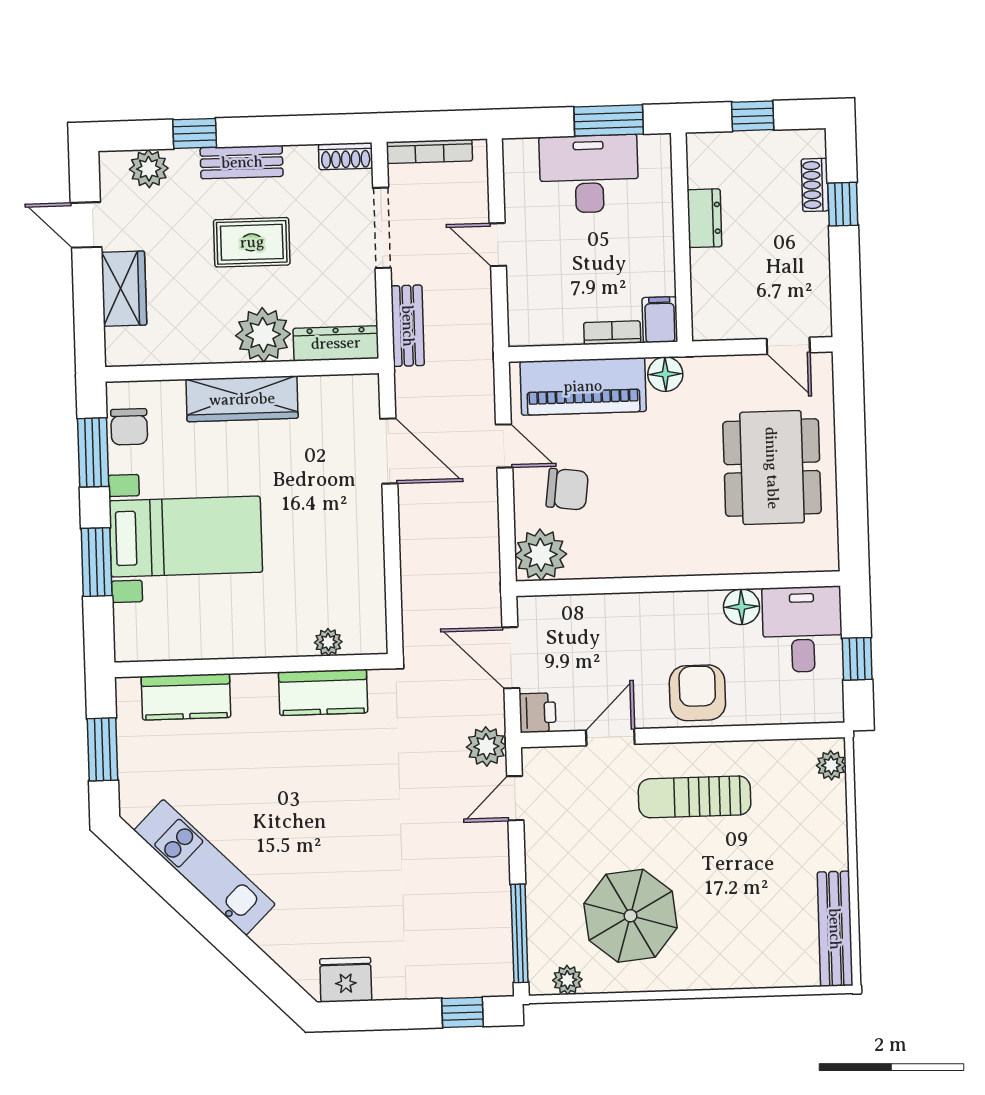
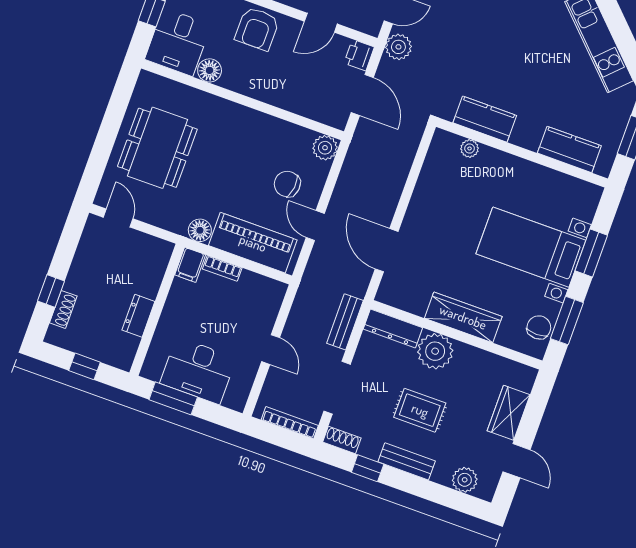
window: (195, 133) -> (368, 468), moved
plant: (541, 555) -> (325, 148), width x0.73, depth x0.73

